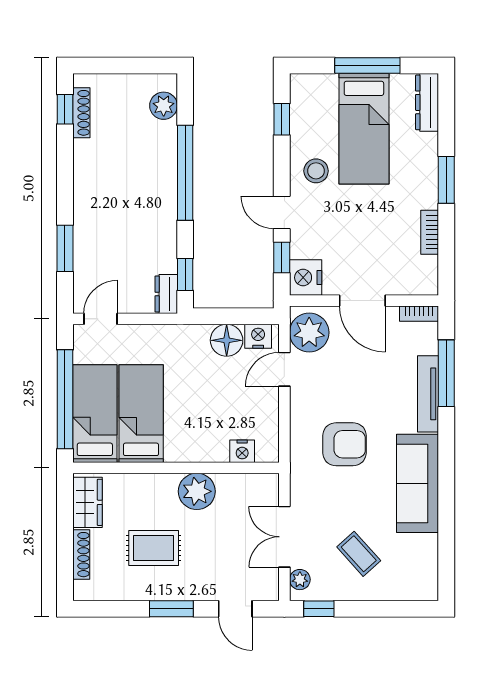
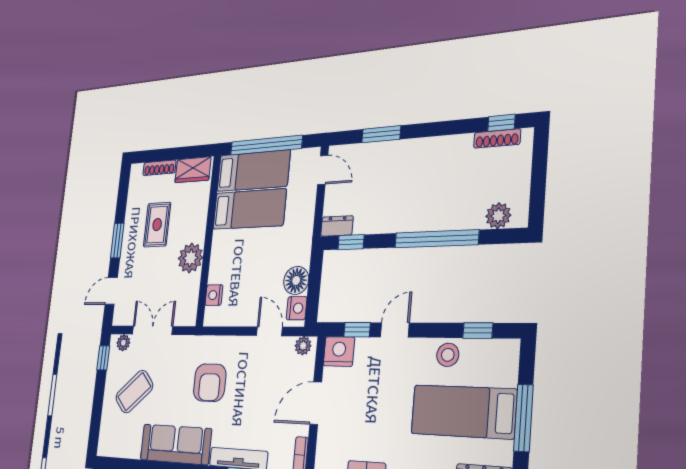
stool: (316, 171) -> (448, 355), moved
plant: (309, 333) -> (303, 346), width x0.53, depth x0.53
coffee table: (359, 554) -> (134, 392), width x1.36, depth x1.30

